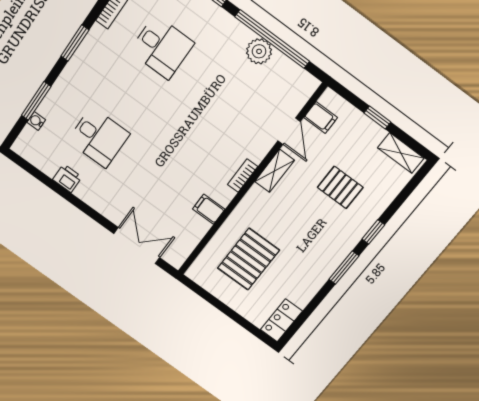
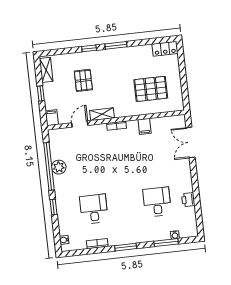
filing cabinet: (321, 118) -> (52, 118), moved

